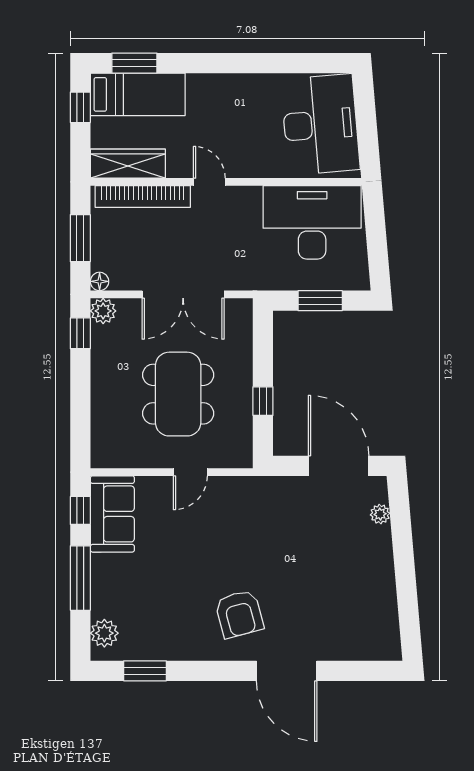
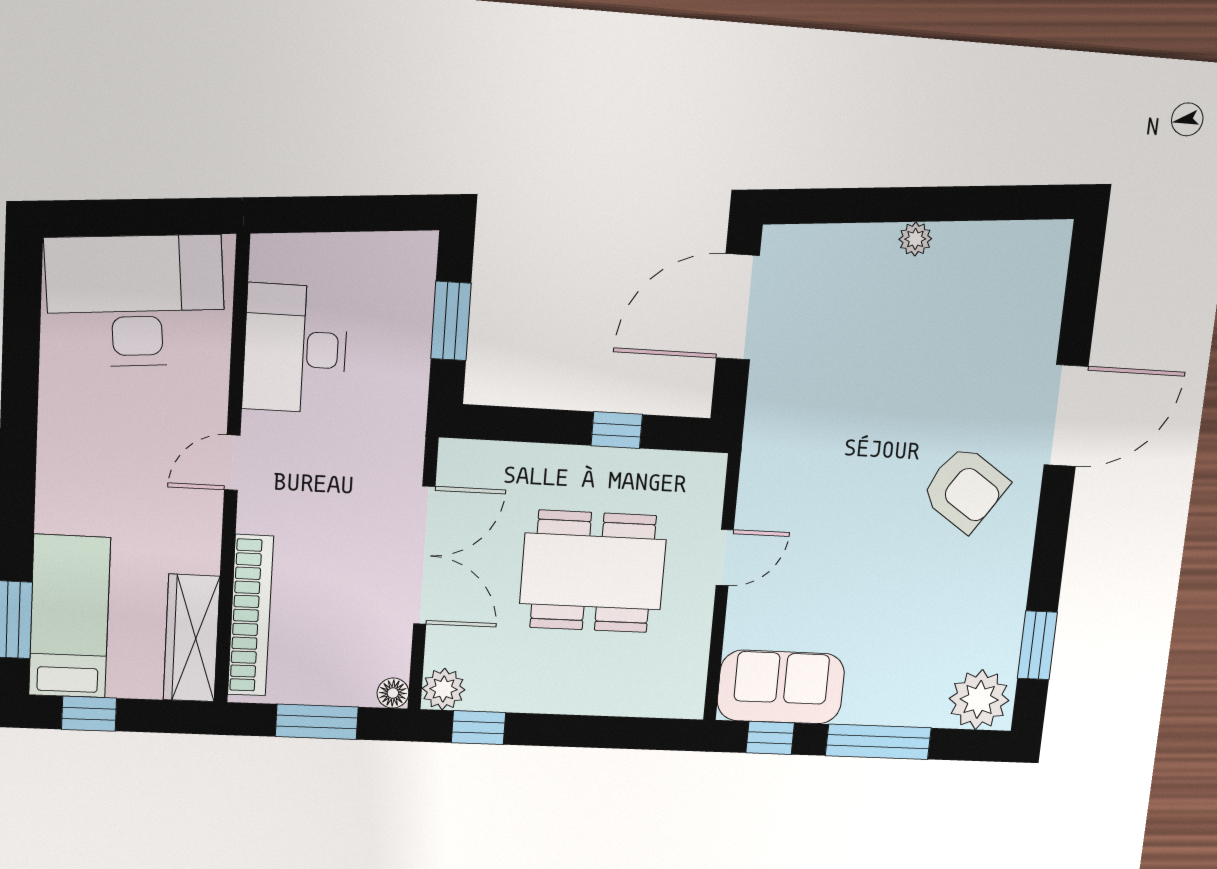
door: (209, 182) -> (232, 463), moved
desk: (312, 222) -> (295, 349), width x0.73, depth x0.77
door: (190, 472) -> (725, 558), hinge flipped
plant: (380, 514) -> (915, 239), moved
armchair: (239, 614) -> (965, 489), turned 49
plant: (104, 633) -> (979, 699), width x1.36, depth x1.36

